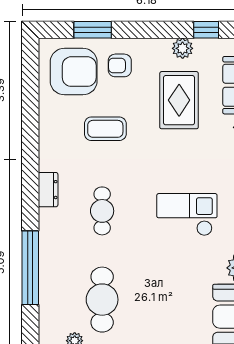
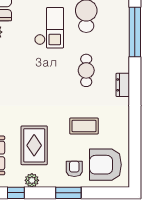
window: (93, 30) -> (68, 193), moved
armchair: (120, 65) -> (74, 169), turned -90
checkout: (187, 215) -> (49, 28), moved, turned -90

